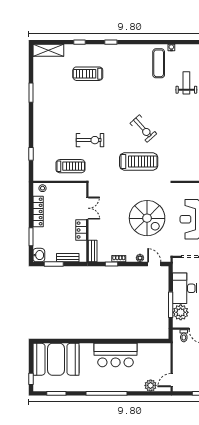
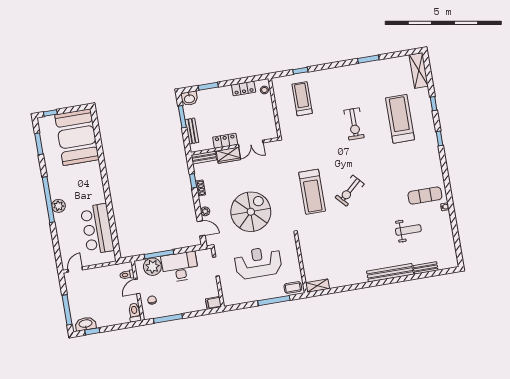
treadmill: (88, 74) -> (400, 119), width x1.37, depth x1.38
exercise bike: (90, 140) -> (354, 124), moved
treadmill: (71, 166) -> (302, 99), moved, turned 180
locker: (38, 211) -> (244, 88), width x0.66
spiral stairs: (147, 218) -> (251, 212), turned 180
wardrobe: (94, 229) -> (228, 155), added
door: (154, 264) -> (201, 228), hinge flipped
bar counter: (116, 355) -> (97, 229), moved
door: (172, 380) -> (75, 270), hinge flipped
plant: (151, 385) -> (59, 206), moved

